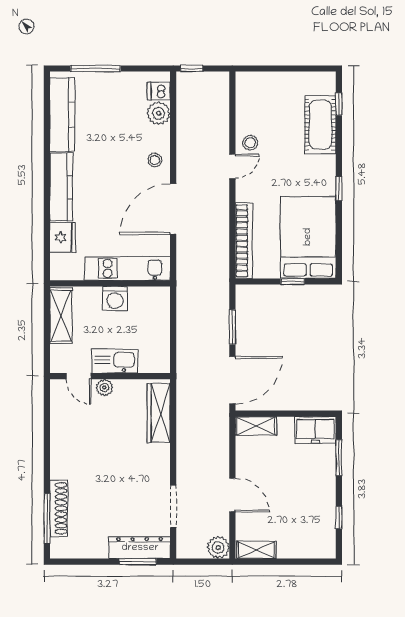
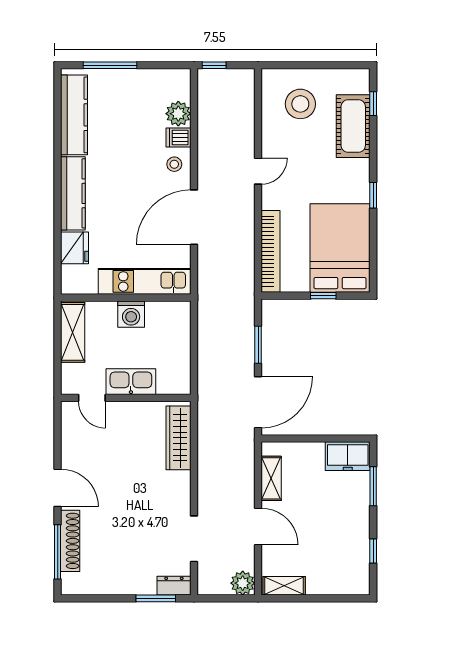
dishwasher: (159, 91) -> (178, 138), moved
stool: (250, 143) -> (300, 104), moved, width x1.89, depth x1.89
plant: (104, 387) -> (120, 410), removed
shelving: (256, 426) -> (271, 478), moved, turned 90
door: (47, 459) -> (58, 488), added
dresser: (140, 548) -> (174, 586), width x0.51, depth x0.80

